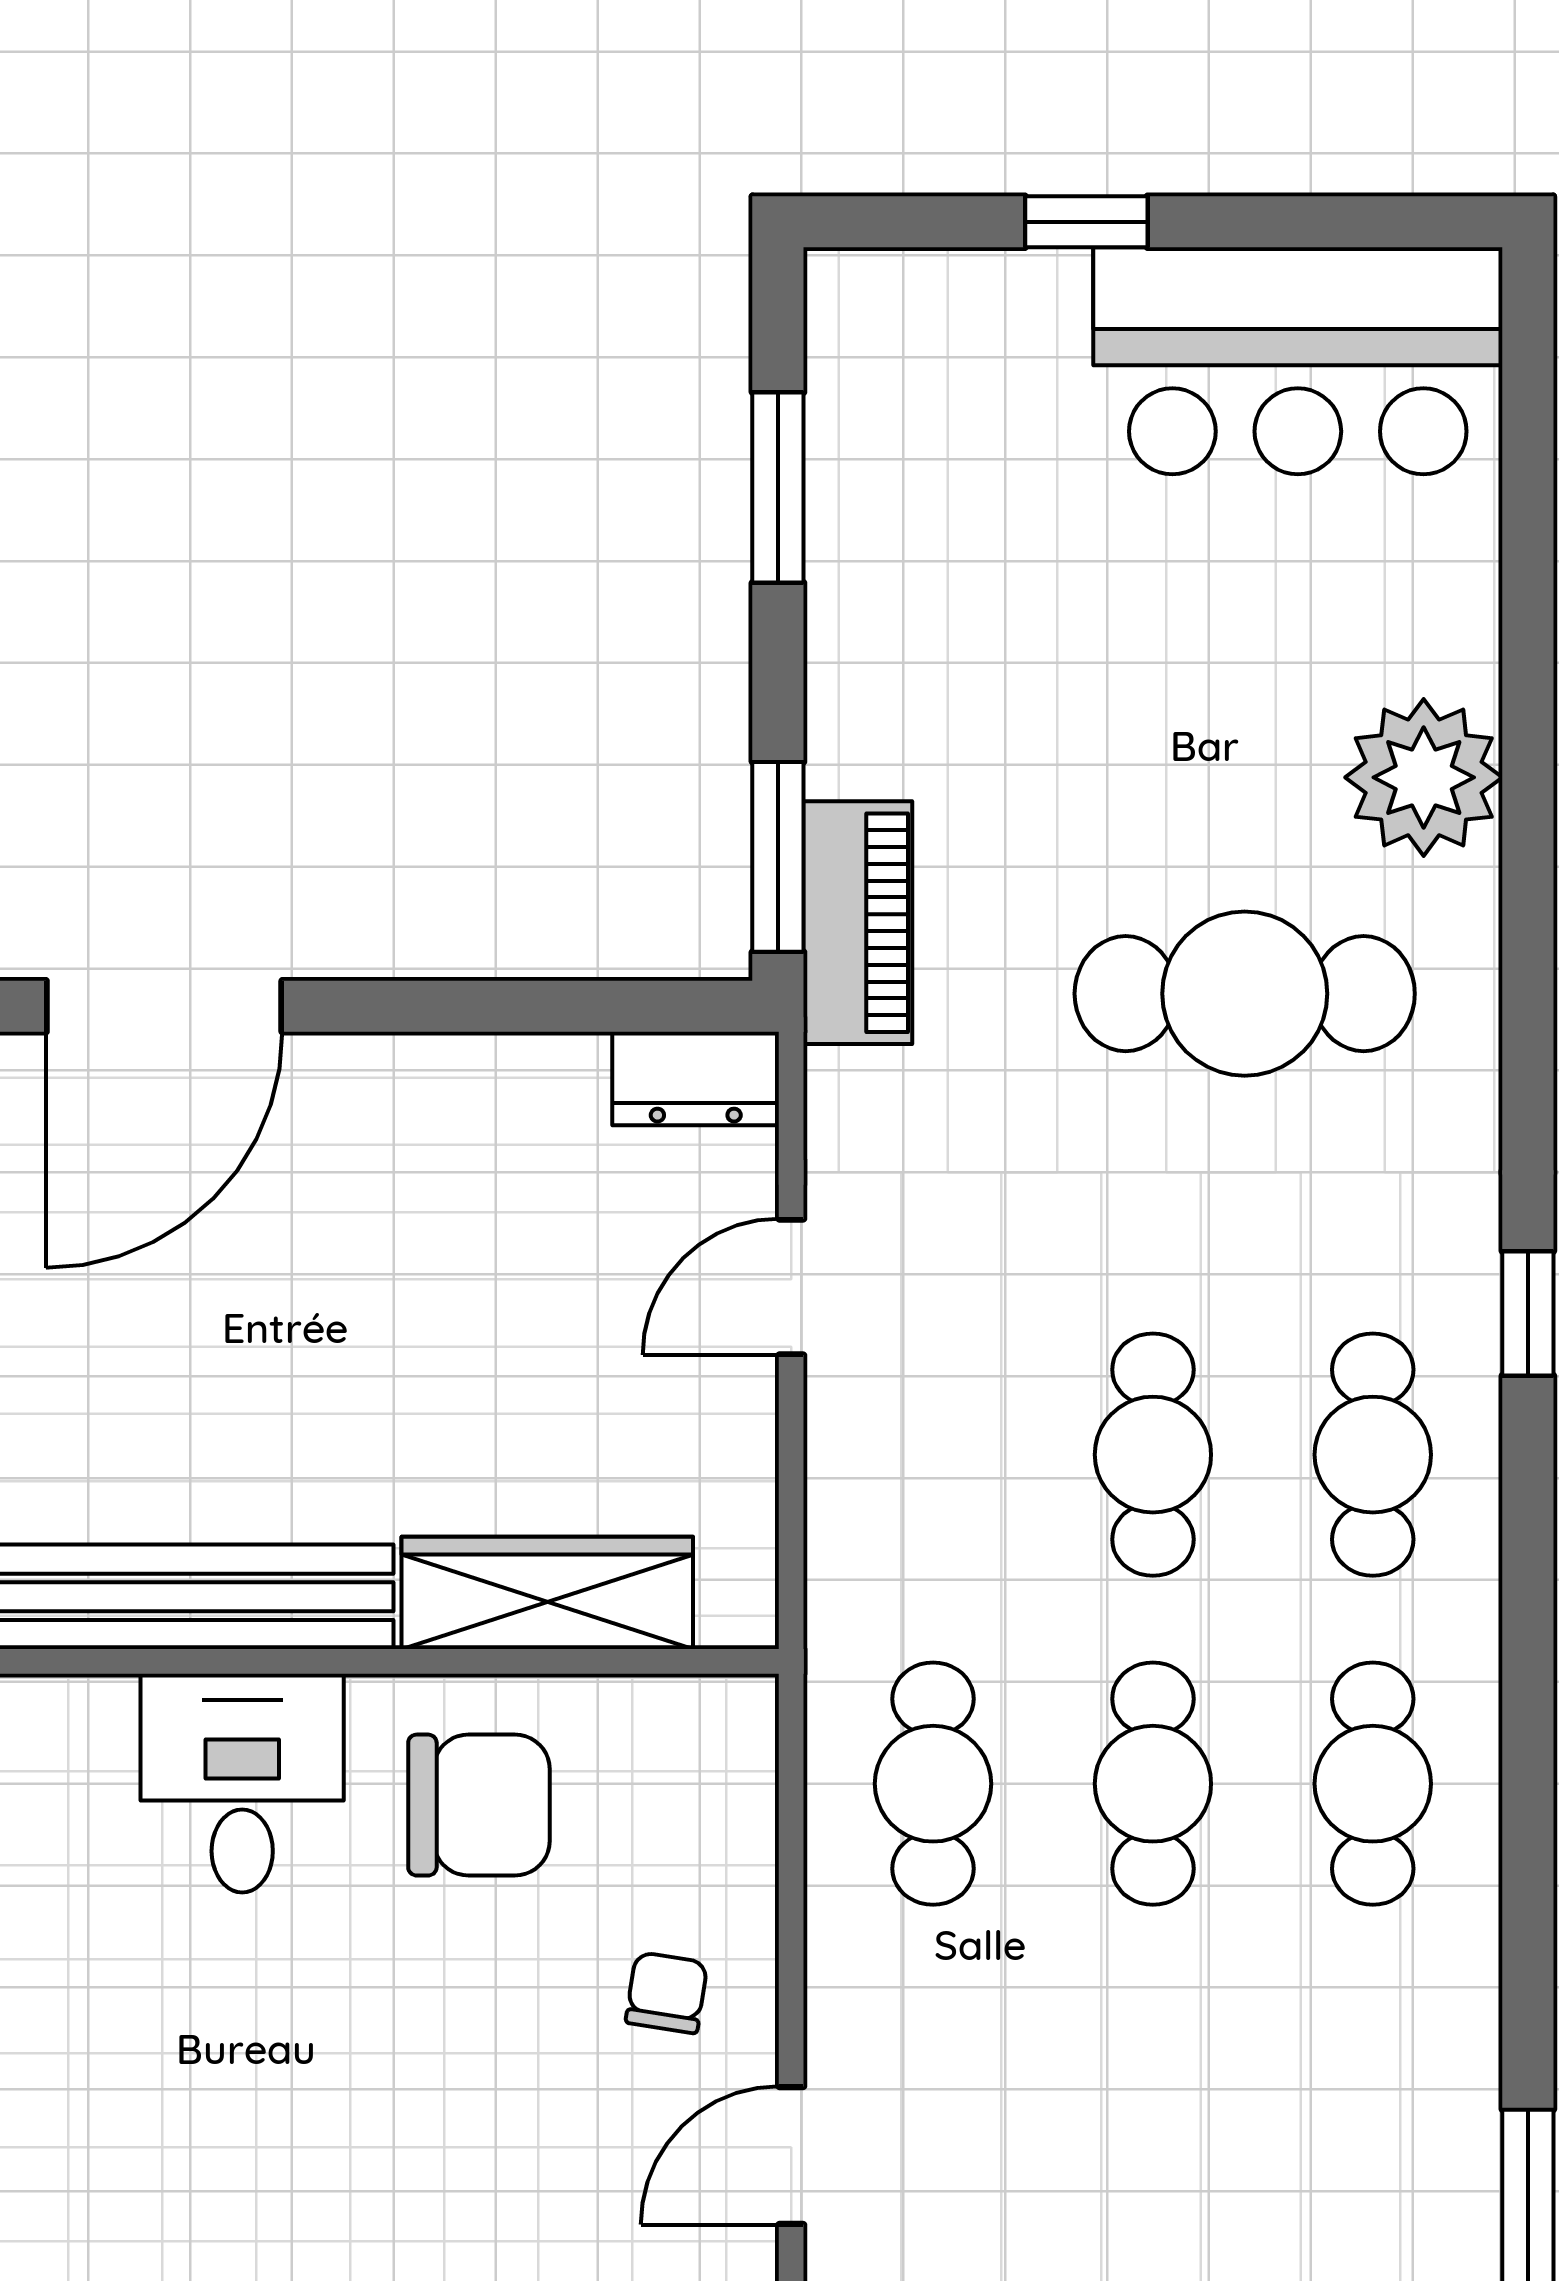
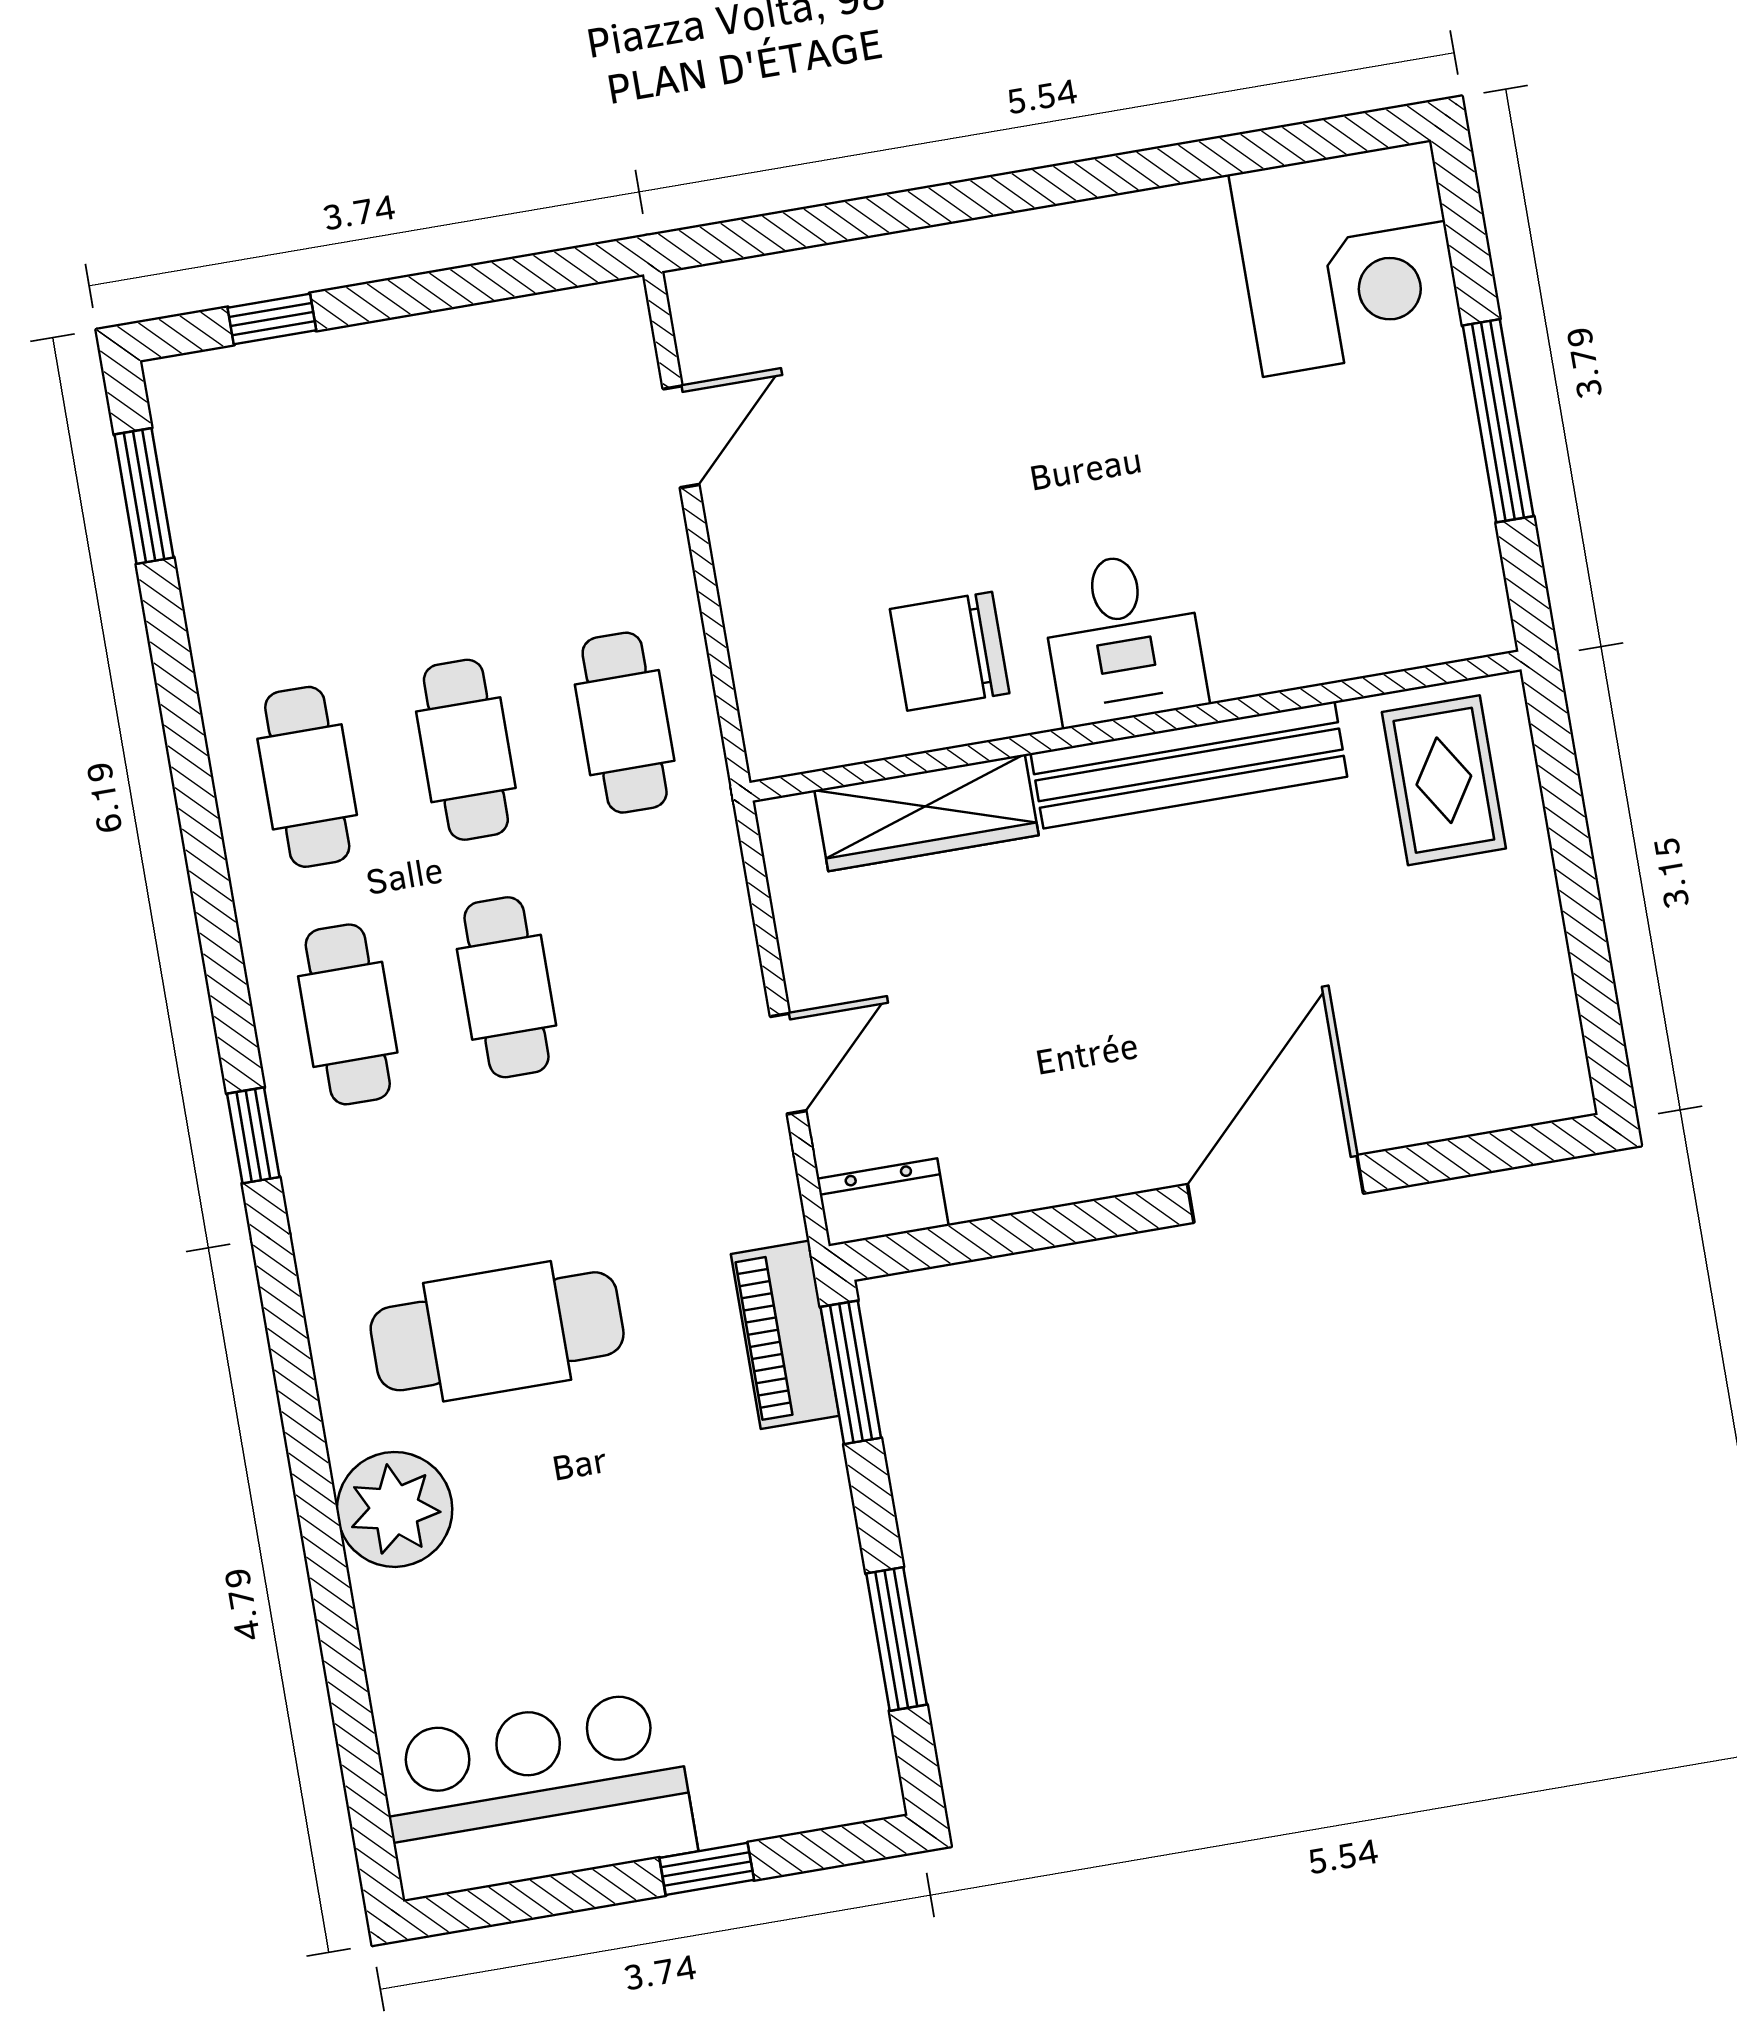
chair: (667, 1993) -> (791, 539), removed

